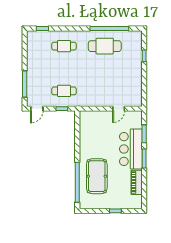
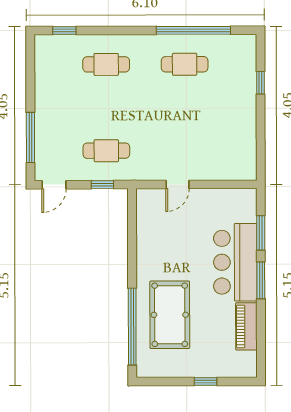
cafe table: (105, 46) -> (185, 64), width x0.73, depth x0.74
door: (119, 109) -> (178, 184), moved

